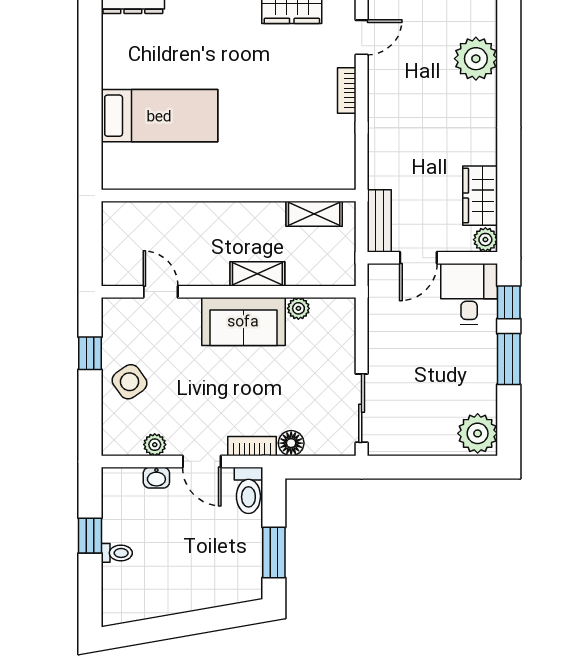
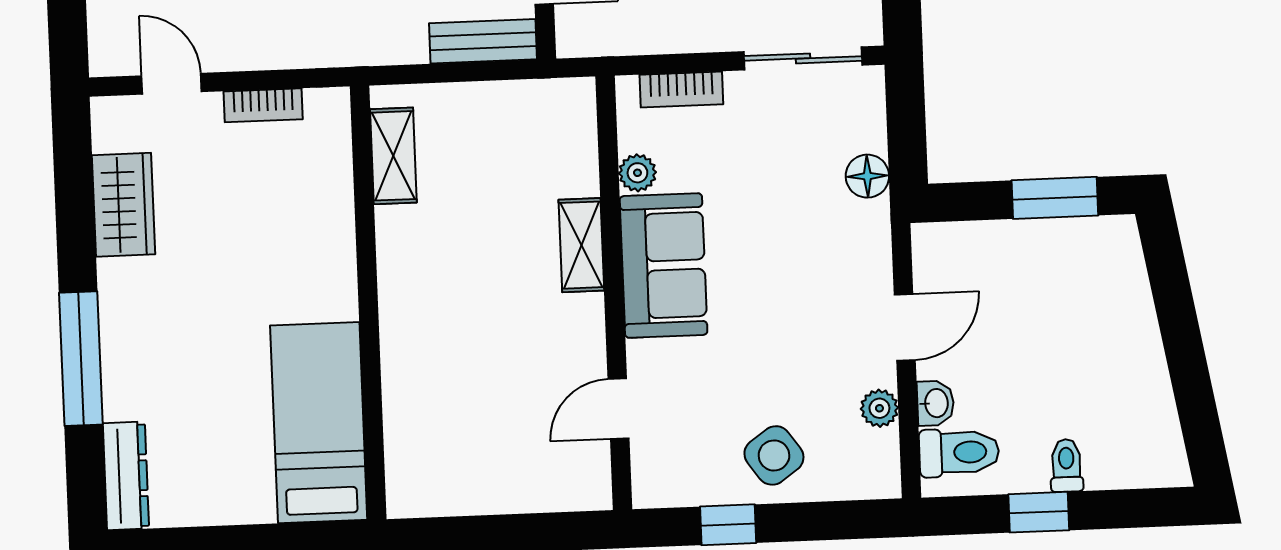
wall: (229, 196) -> (368, 303), moved
shelving: (314, 214) -> (393, 156), moved
bookcase: (252, 446) -> (681, 89), moved, turned -90
toilet: (248, 490) -> (959, 452), moved

